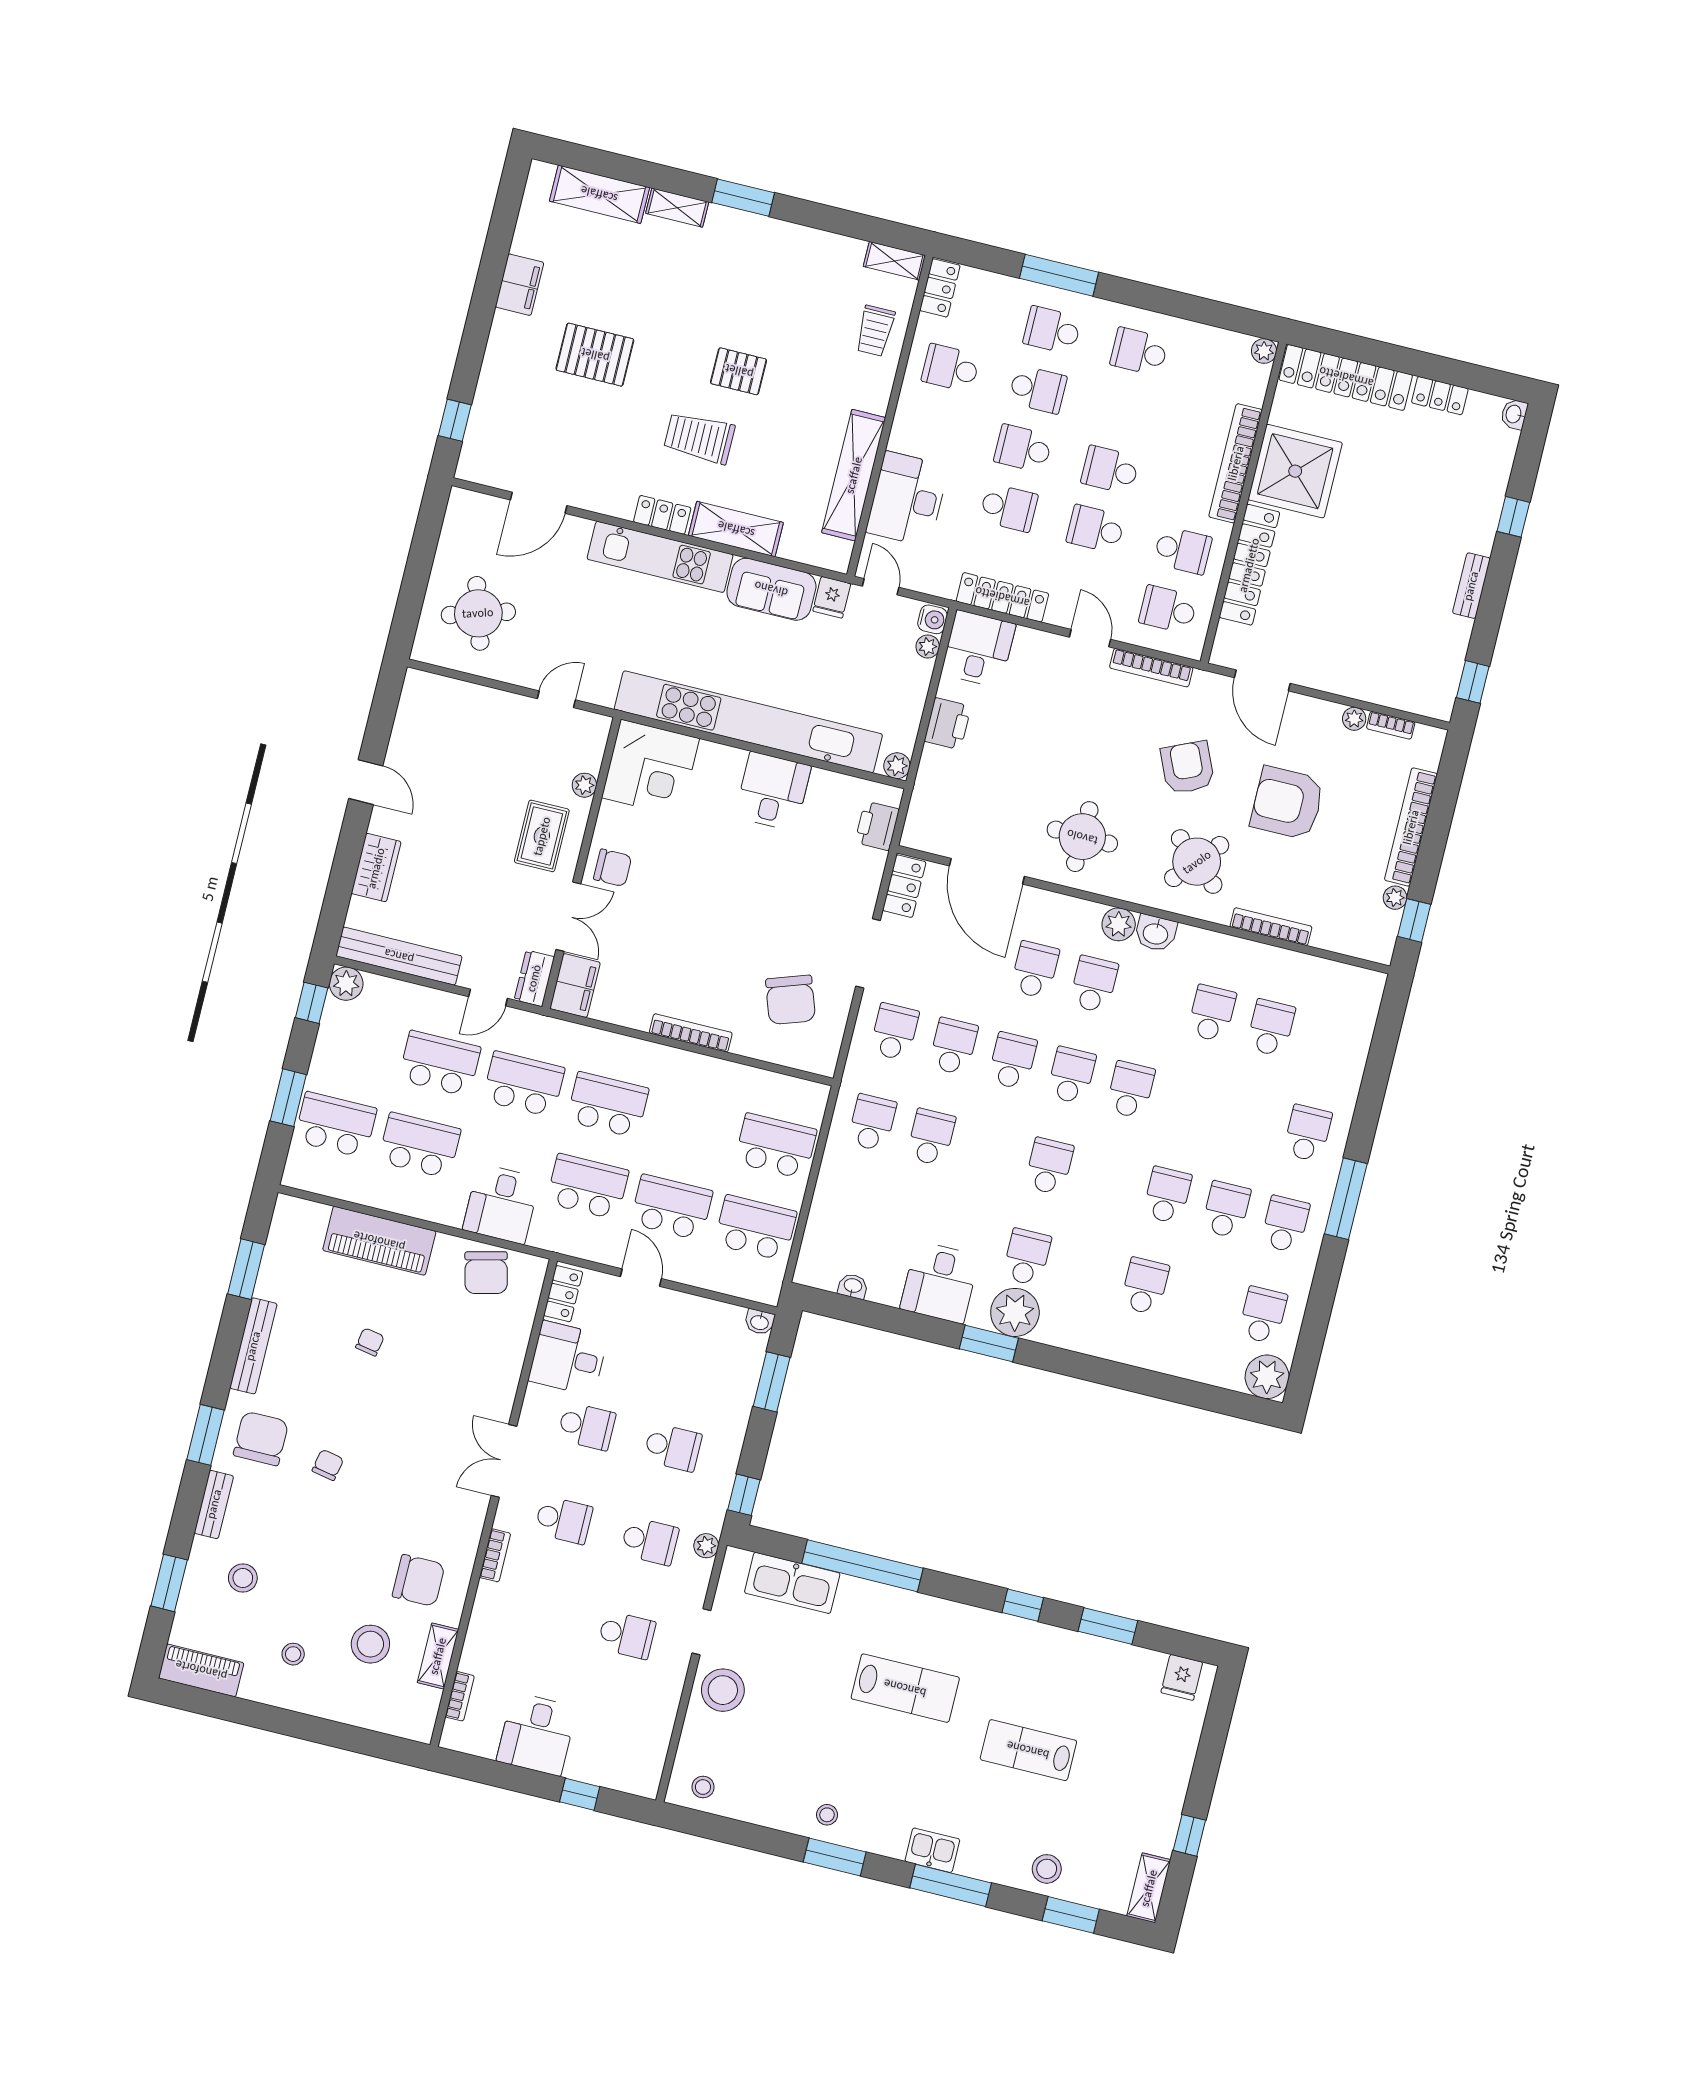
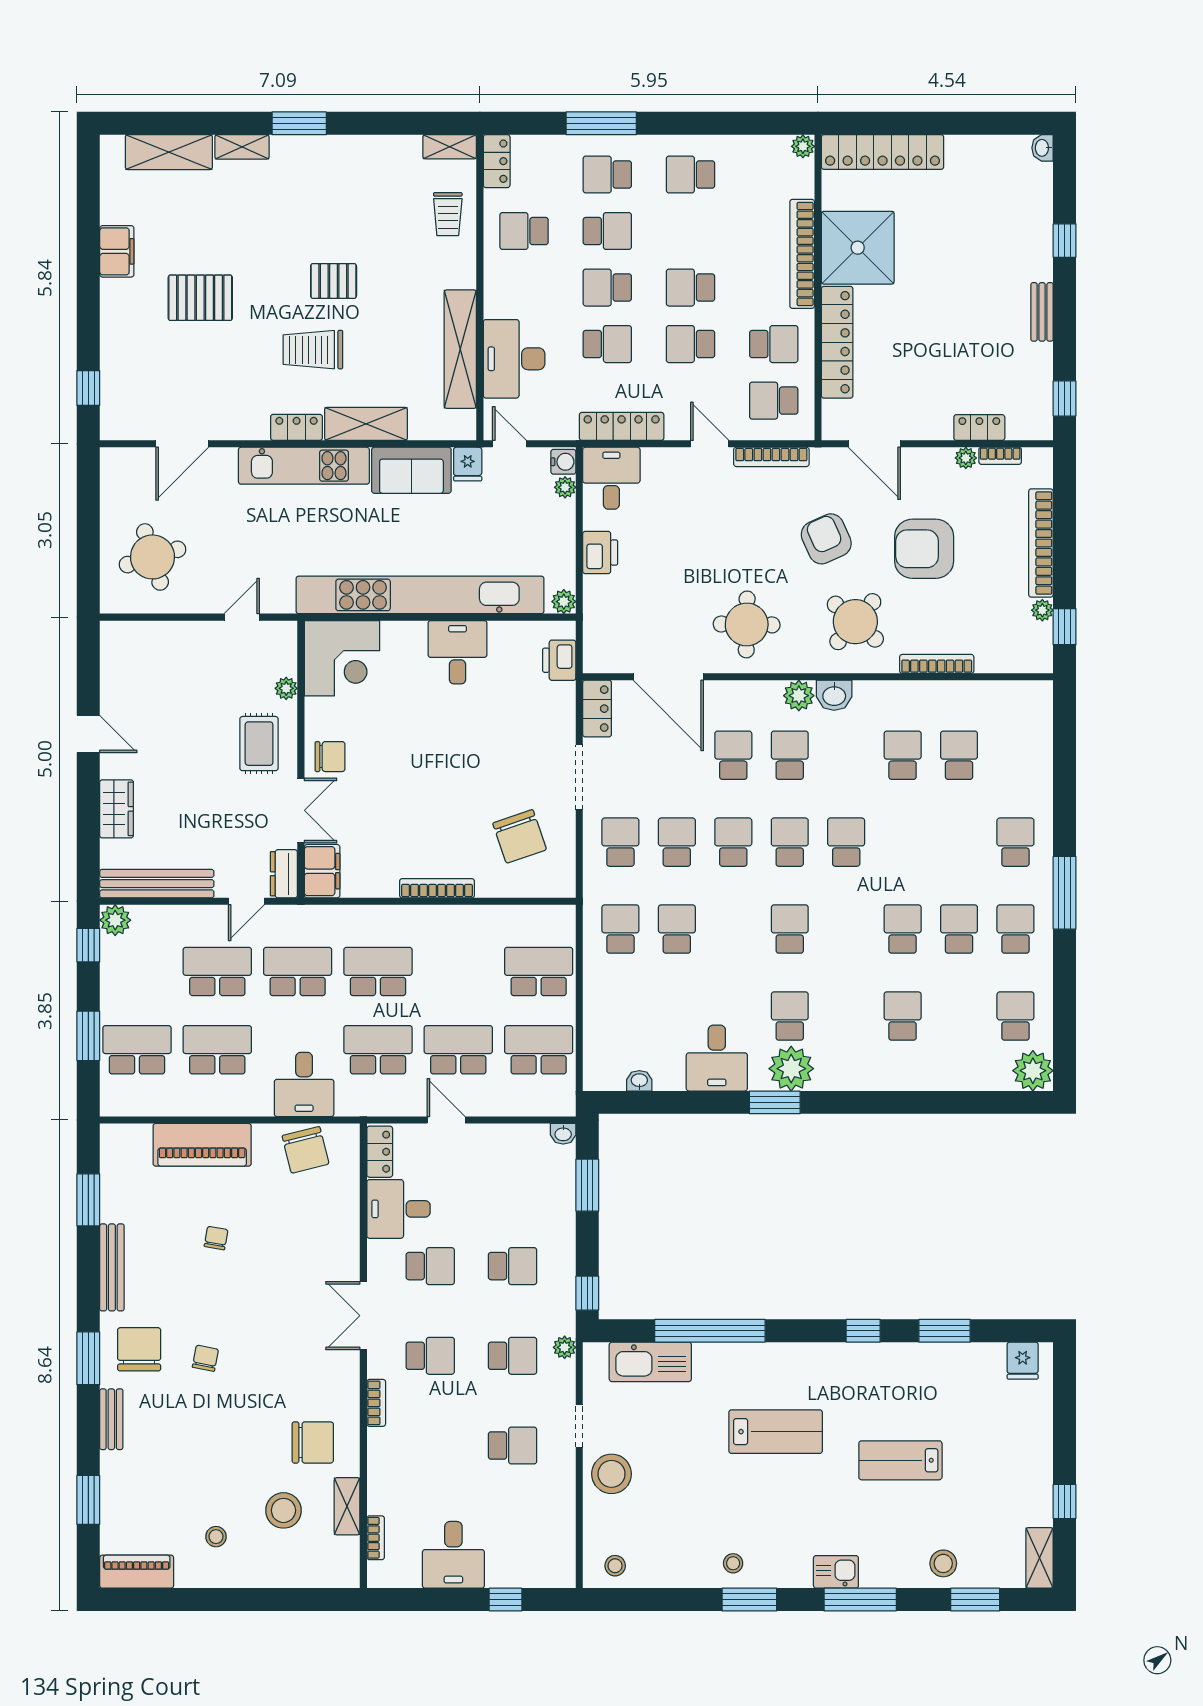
locker: (1440, 396) -> (979, 428), moved, turned 180
stool: (243, 1578) -> (154, 1479), removed

